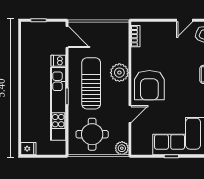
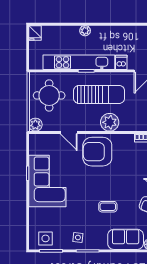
plant: (26, 98) -> (85, 31), added

